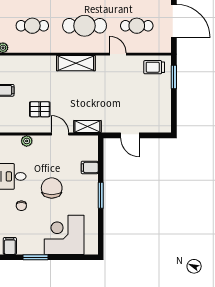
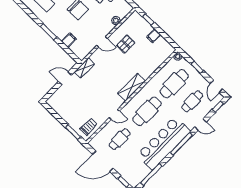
cafe table: (32, 26) -> (174, 84), width x1.37, depth x1.35
shelving: (87, 127) -> (84, 68), moved

